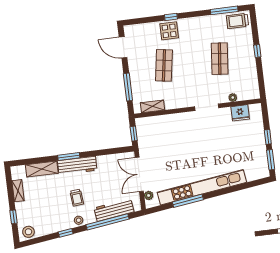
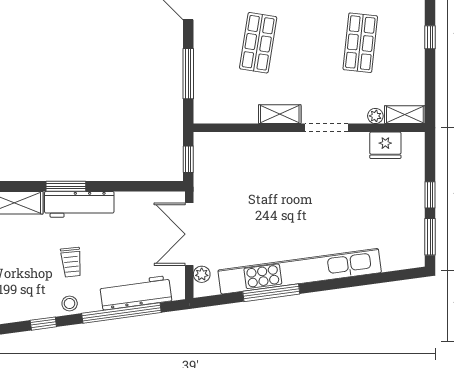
shelving: (249, 95) -> (405, 115), added
shelving: (153, 106) -> (280, 114), moved

